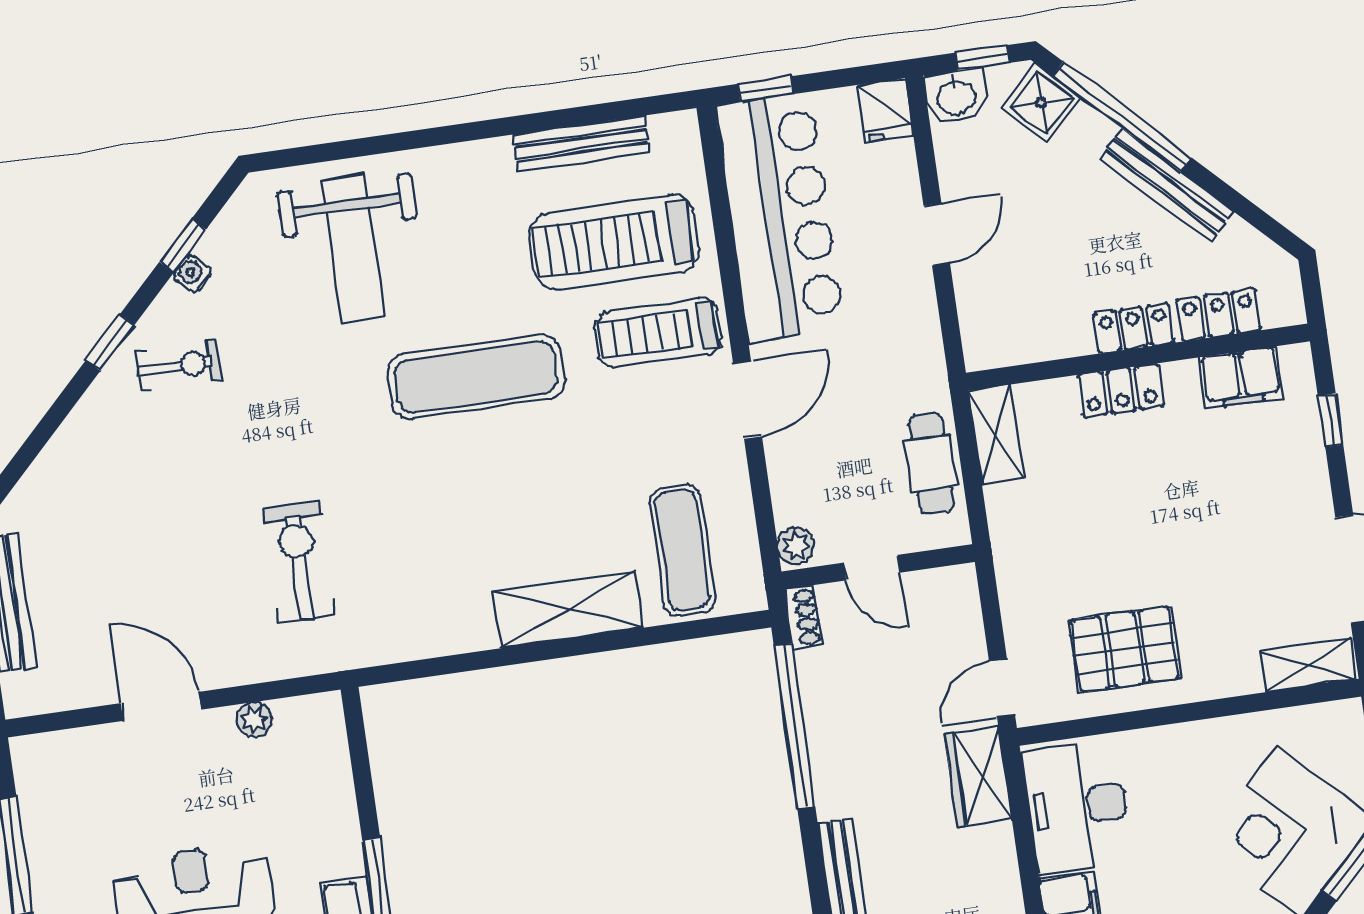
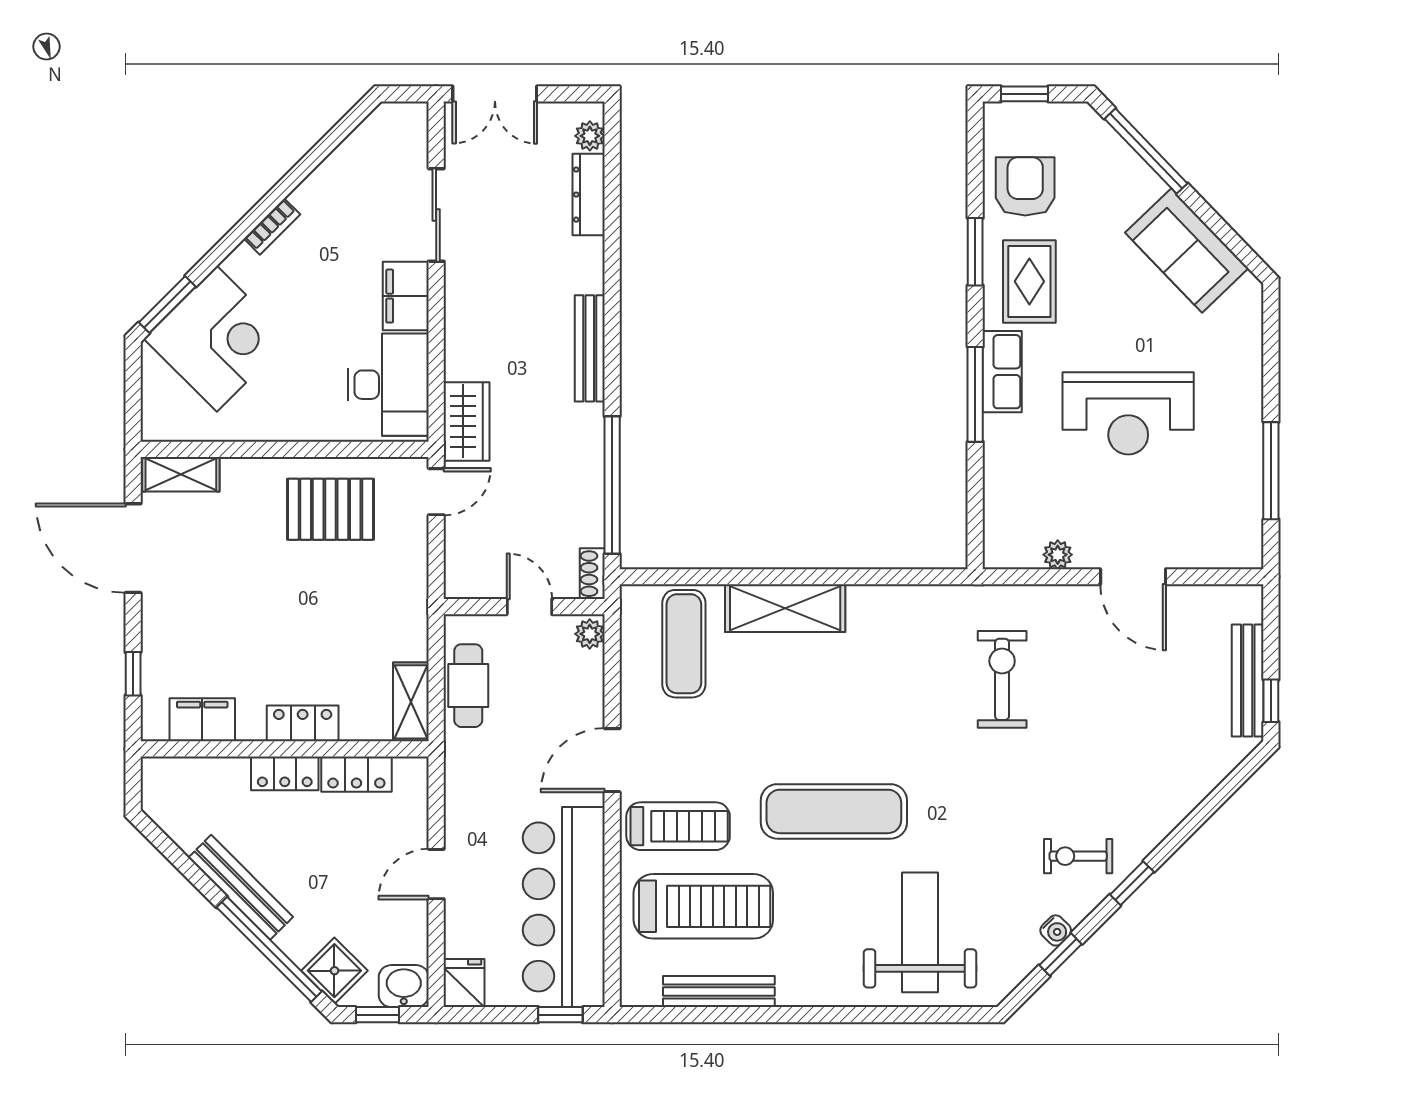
locker: (1218, 315) -> (356, 774), moved
exercise bike: (299, 562) -> (1002, 679), turned 180

